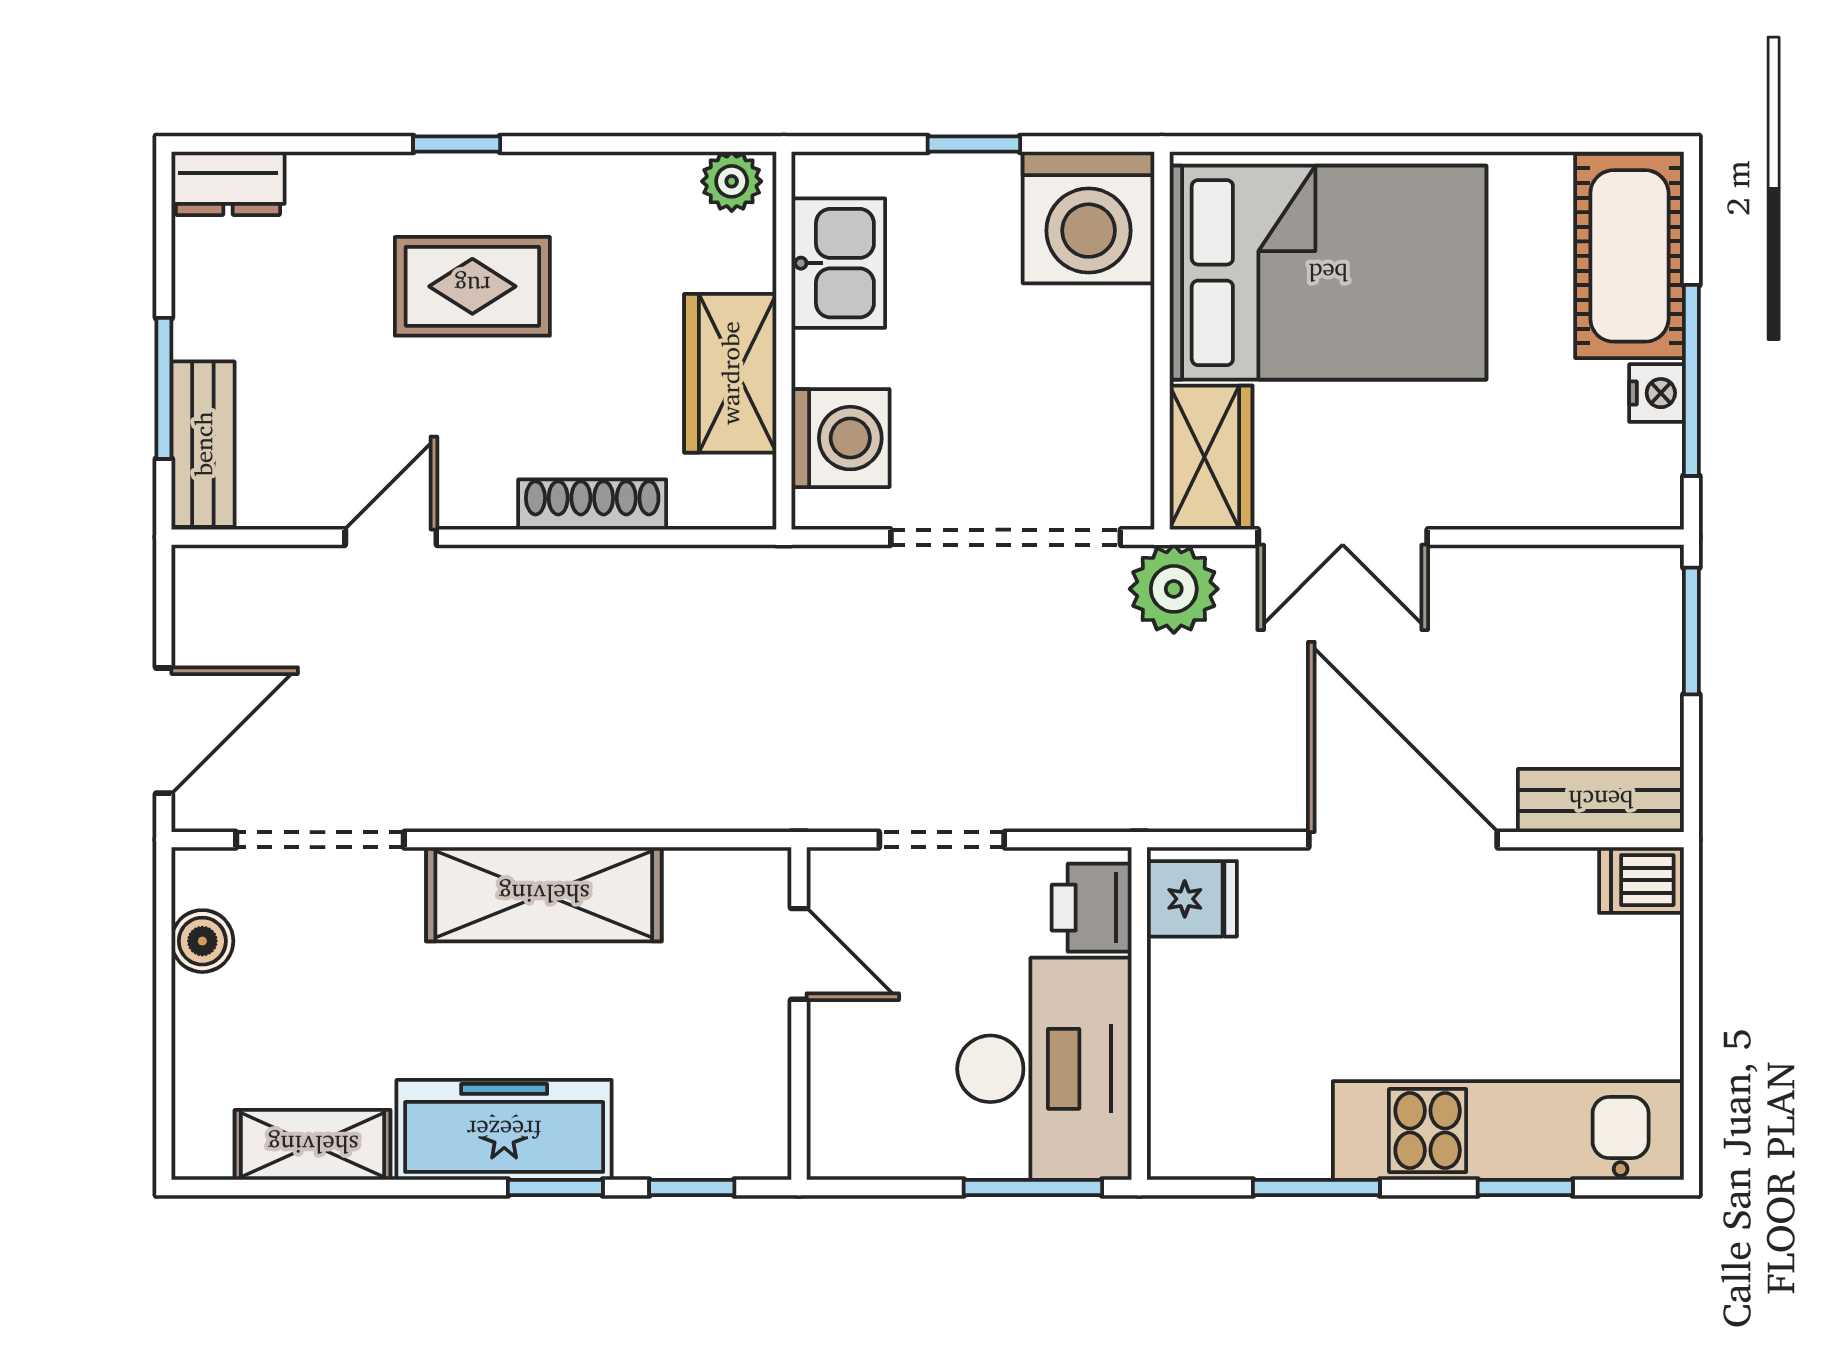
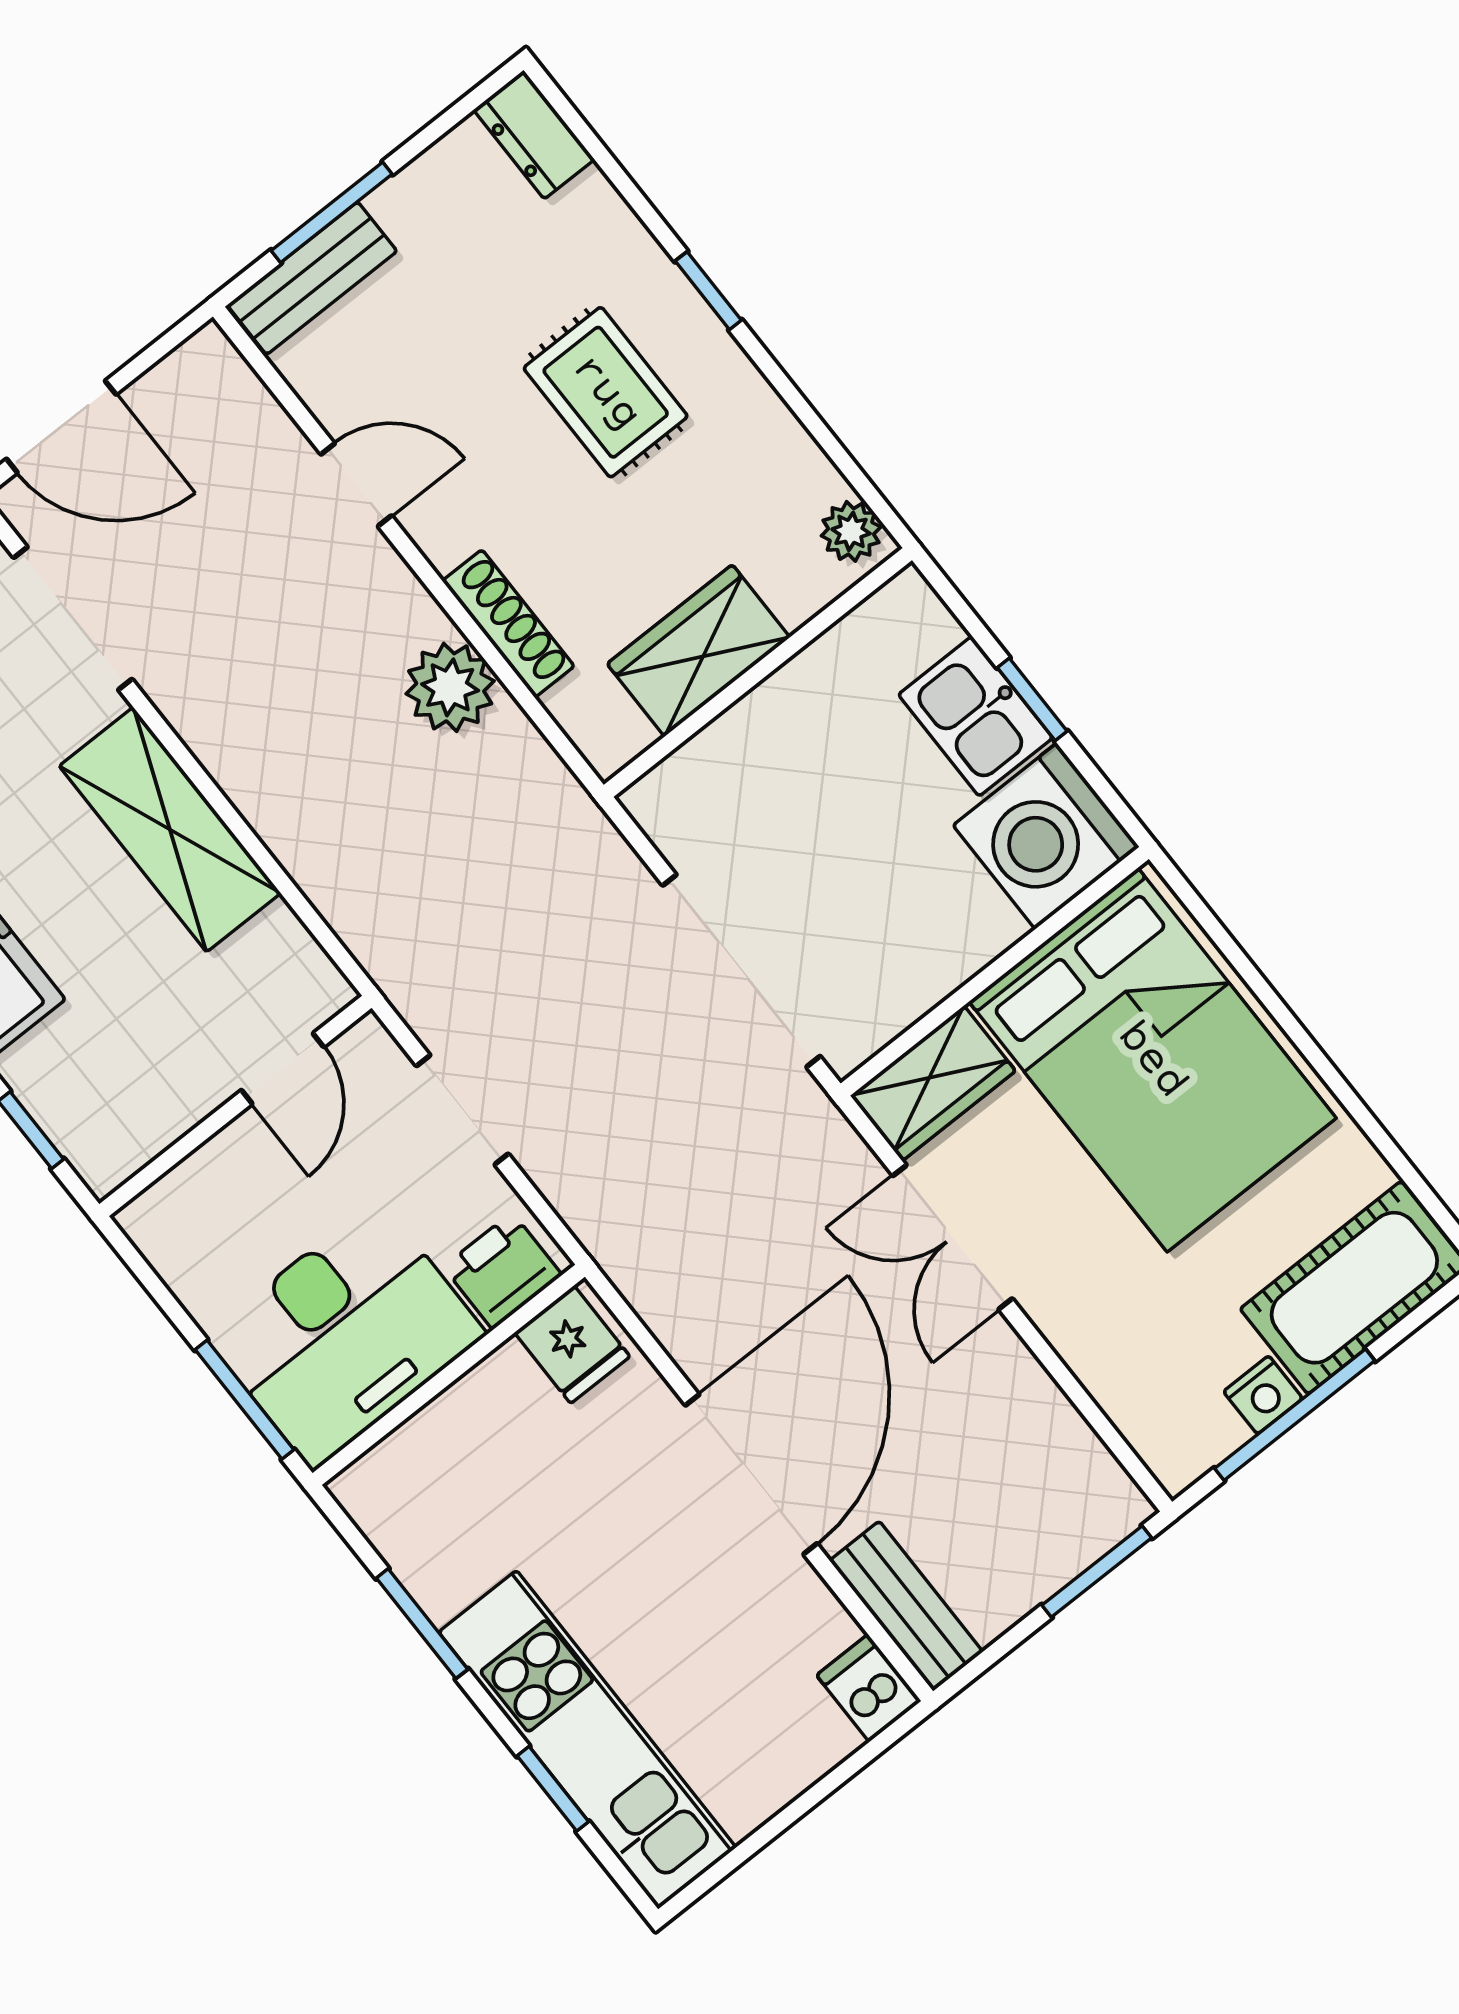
kitchen sink: (838, 263) -> (976, 716), moved, turned 90
washing machine: (840, 438) -> (716, 778), removed
plant: (1174, 589) -> (450, 687), moved

